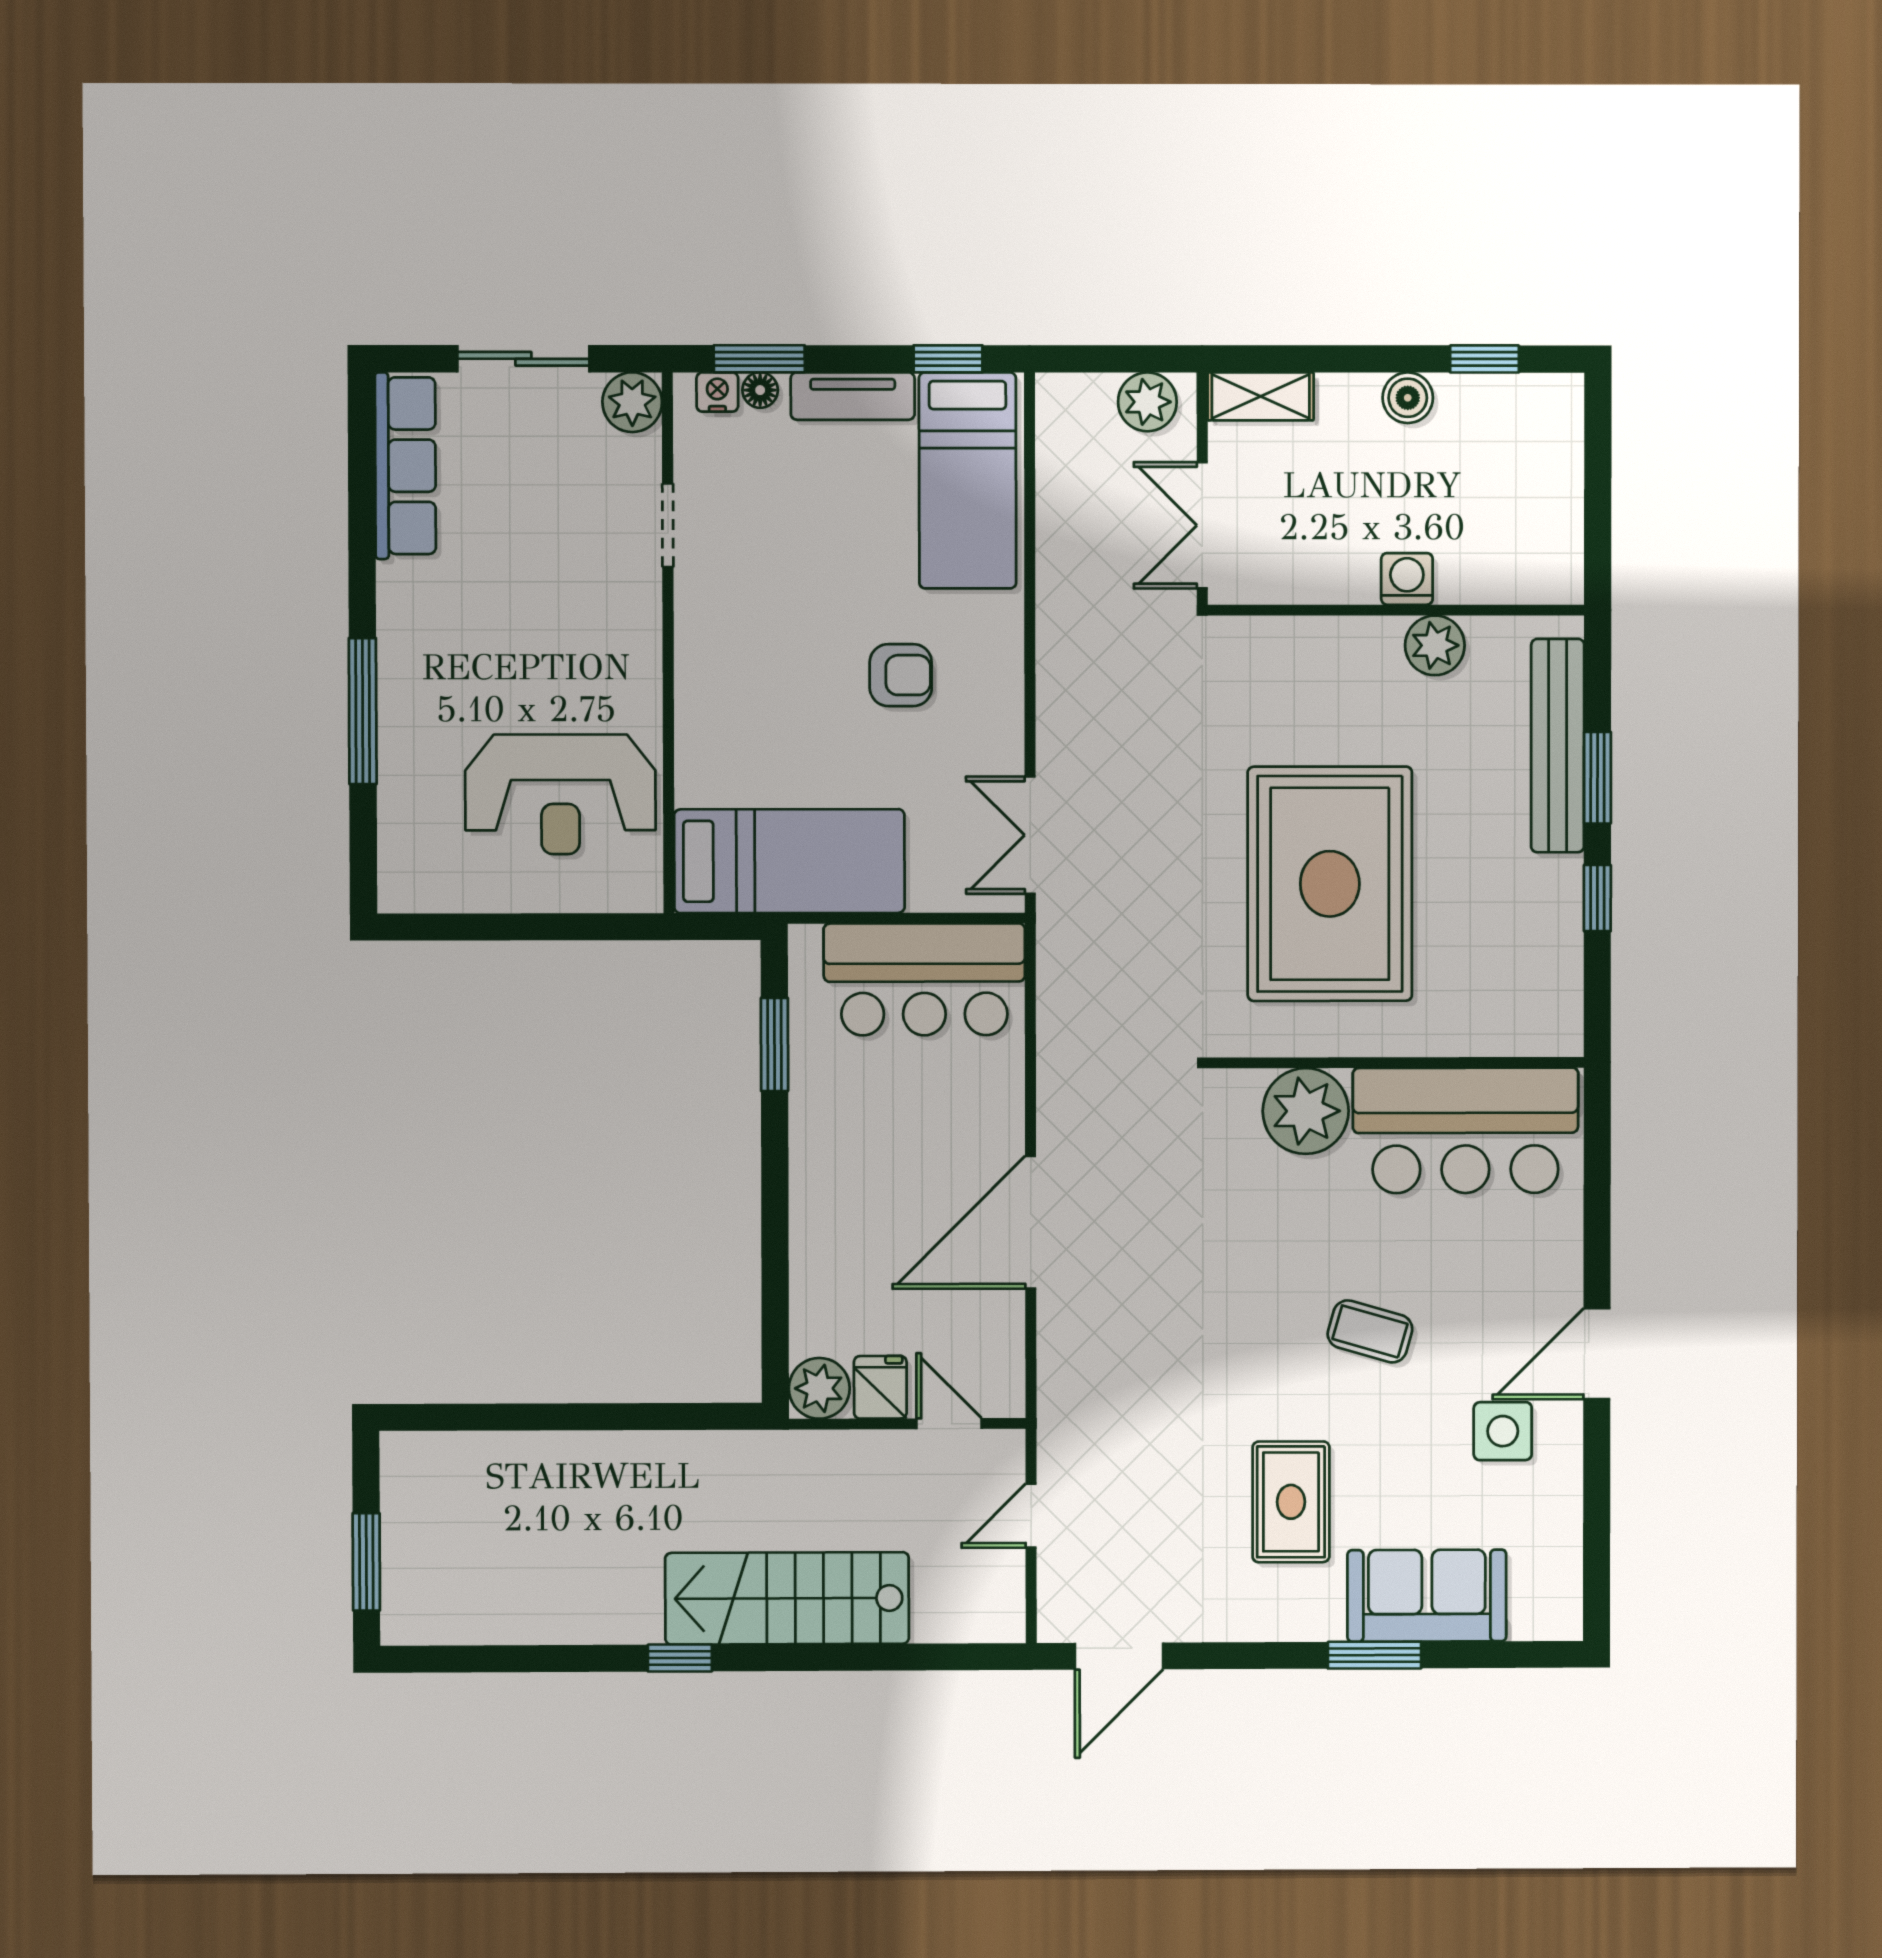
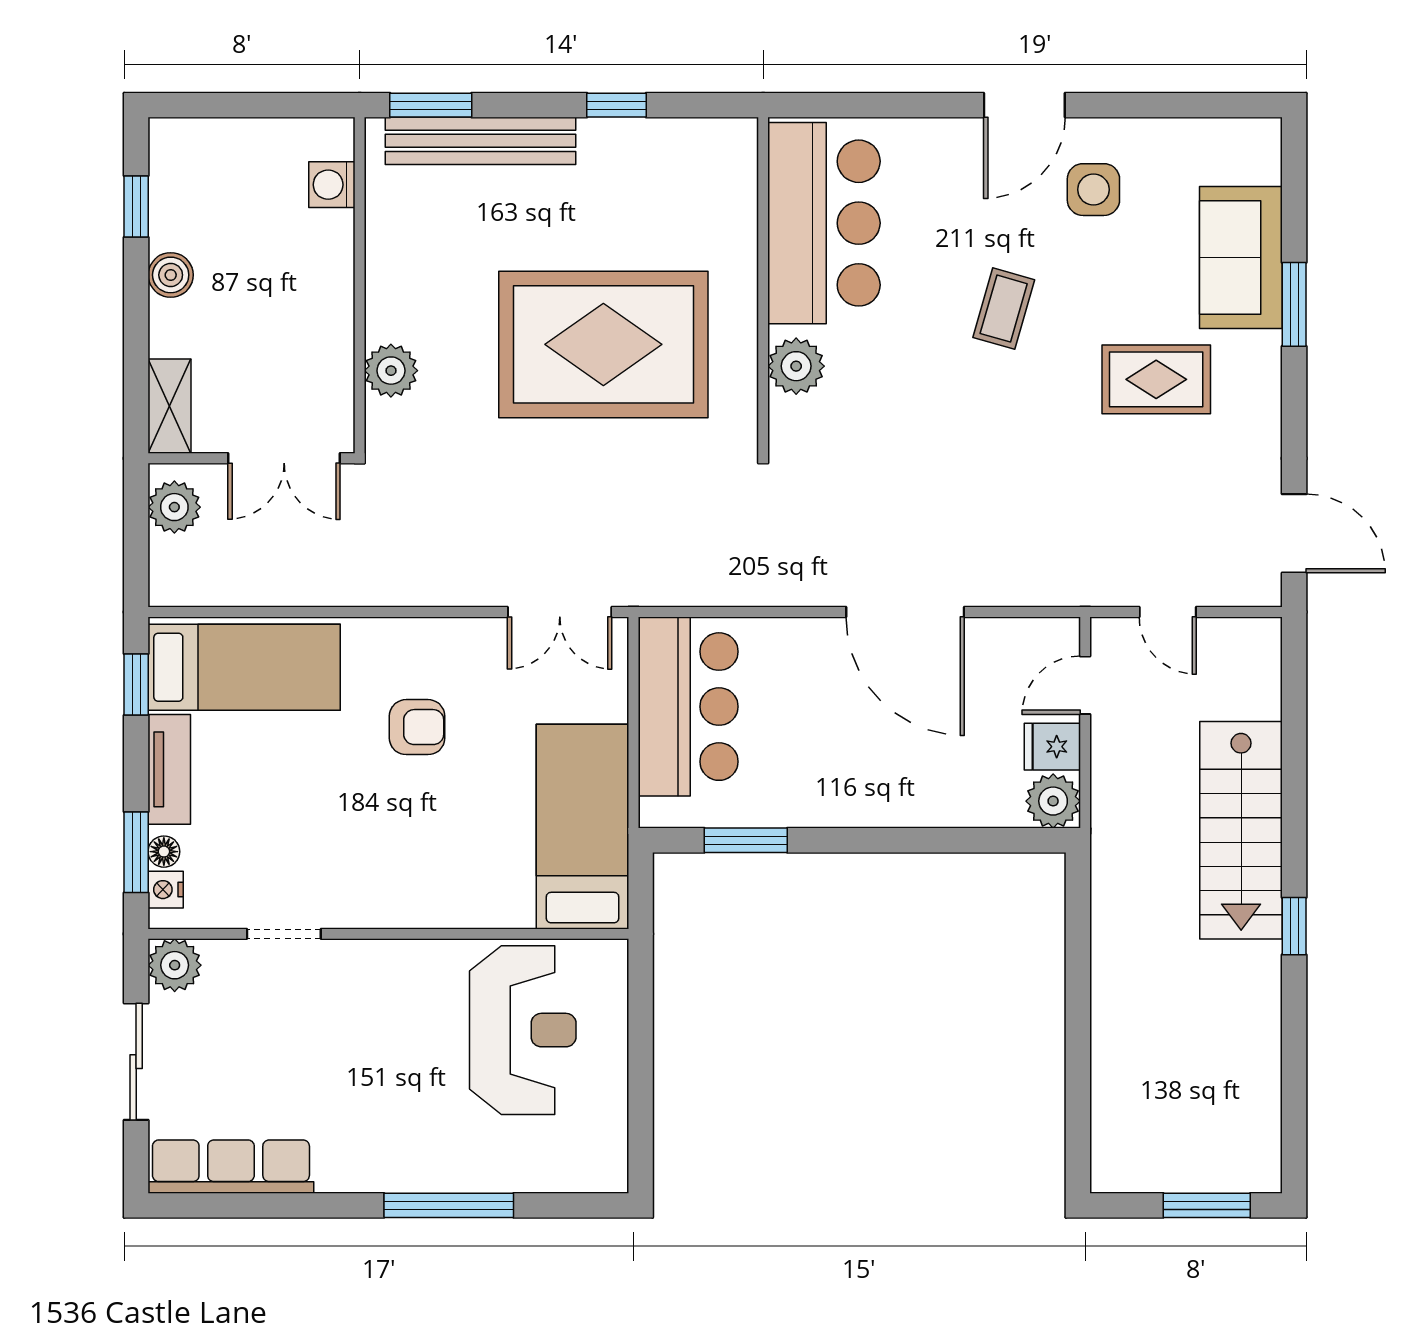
washing machine: (1407, 579) -> (332, 185), moved
plant: (1435, 645) -> (391, 371), moved
armchair: (901, 675) -> (417, 727), turned 90
window: (1597, 778) -> (431, 105), moved
plant: (1306, 1111) -> (796, 366), width x0.73, depth x0.73
door: (1597, 1354) -> (1024, 105), hinge flipped

